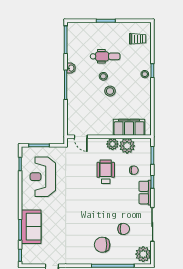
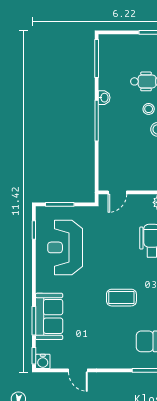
door: (81, 137) -> (117, 192), hinge flipped
coffee table: (84, 213) -> (121, 298), added
water cooler: (27, 259) -> (43, 361), added

